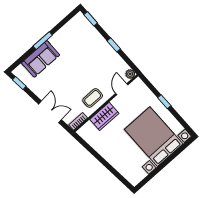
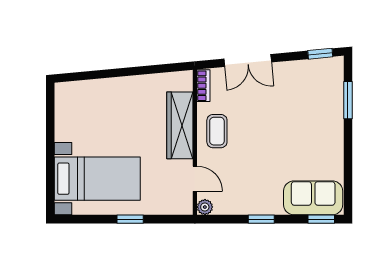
window: (43, 41) -> (348, 100), moved
sofa: (41, 59) -> (313, 198), moved, turned 90
wardrobe: (104, 116) -> (180, 125), width x1.50
bed with nightstands: (154, 137) -> (97, 179), width x0.73

